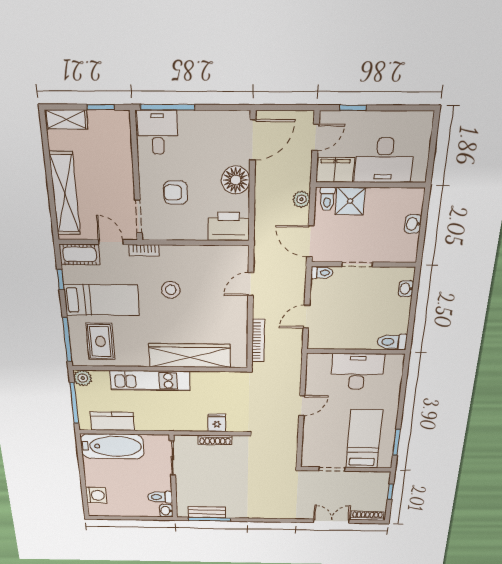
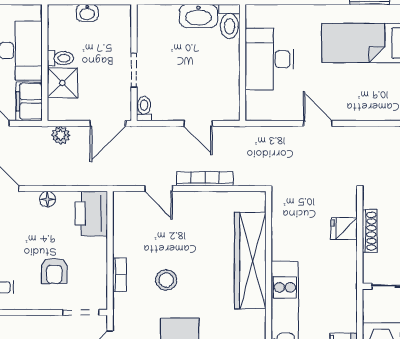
floor lamp: (236, 180) -> (47, 199), width x0.53, depth x0.53
toilet: (327, 199) -> (60, 58), moved
bookcase: (144, 250) -> (119, 275), moved
washbasin: (406, 289) -> (198, 16), moved, width x1.91, depth x1.45
bookcase: (258, 341) -> (205, 179), moved

